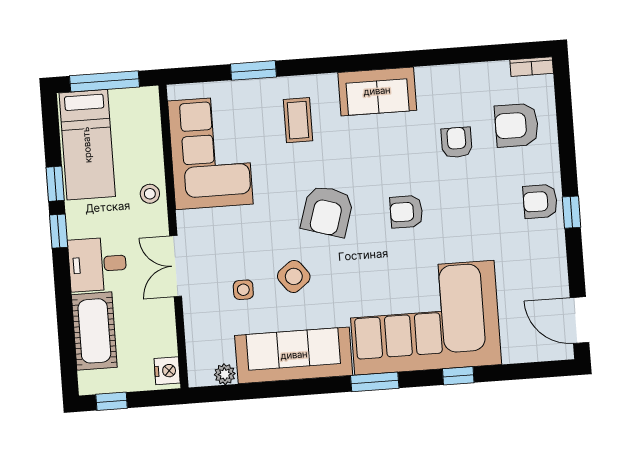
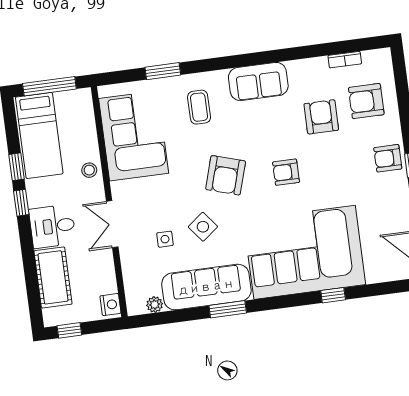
bookcase: (532, 67) -> (345, 60), moved
armchair: (457, 142) -> (321, 117), width x1.38, depth x1.38
window: (375, 382) -> (228, 309), moved

